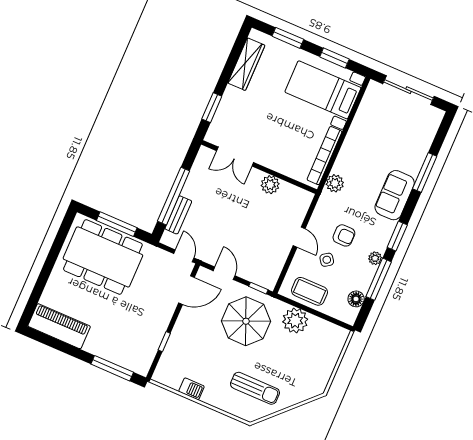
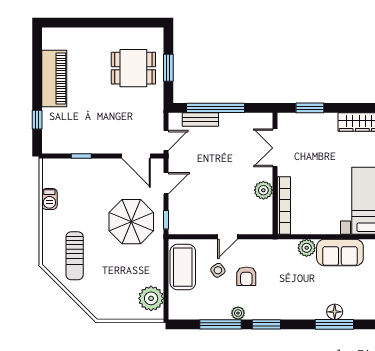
bookcase: (325, 156) -> (284, 205), moved, turned 90
plant: (335, 183) -> (307, 248), moved
sofa: (395, 195) -> (340, 253), moved, turned 180
window: (117, 224) -> (168, 68), width x0.69
dining table: (103, 257) -> (133, 68), width x0.53, depth x0.80
coffee table: (309, 291) -> (183, 267), width x1.36, depth x1.32
floor lamp: (356, 299) -> (335, 312), moved
plant: (295, 321) -> (151, 298), moved
piano: (59, 326) -> (54, 78), moved
window: (112, 368) -> (37, 120), width x0.46

